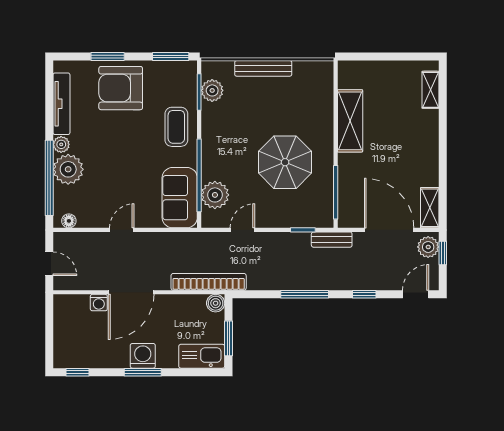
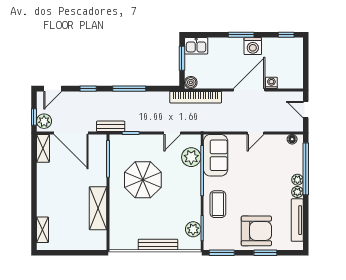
plant: (68, 169) -> (297, 180), width x0.53, depth x0.53
washing machine: (143, 356) -> (253, 46), moved
kitchen sink: (202, 356) -> (196, 46), width x0.73

